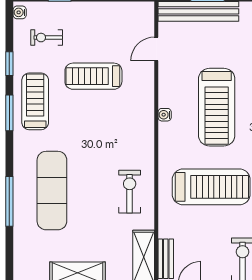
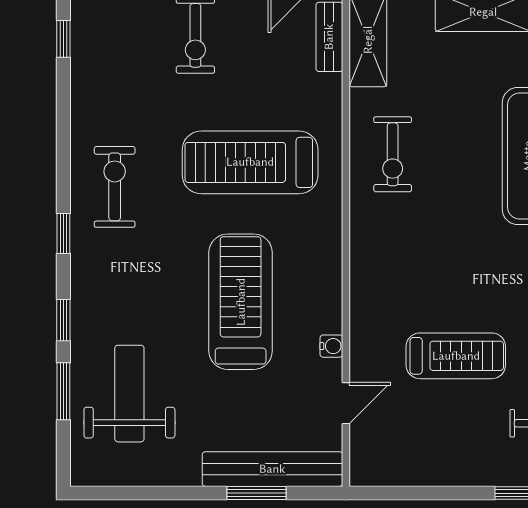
water cooler: (165, 115) -> (331, 346), moved

